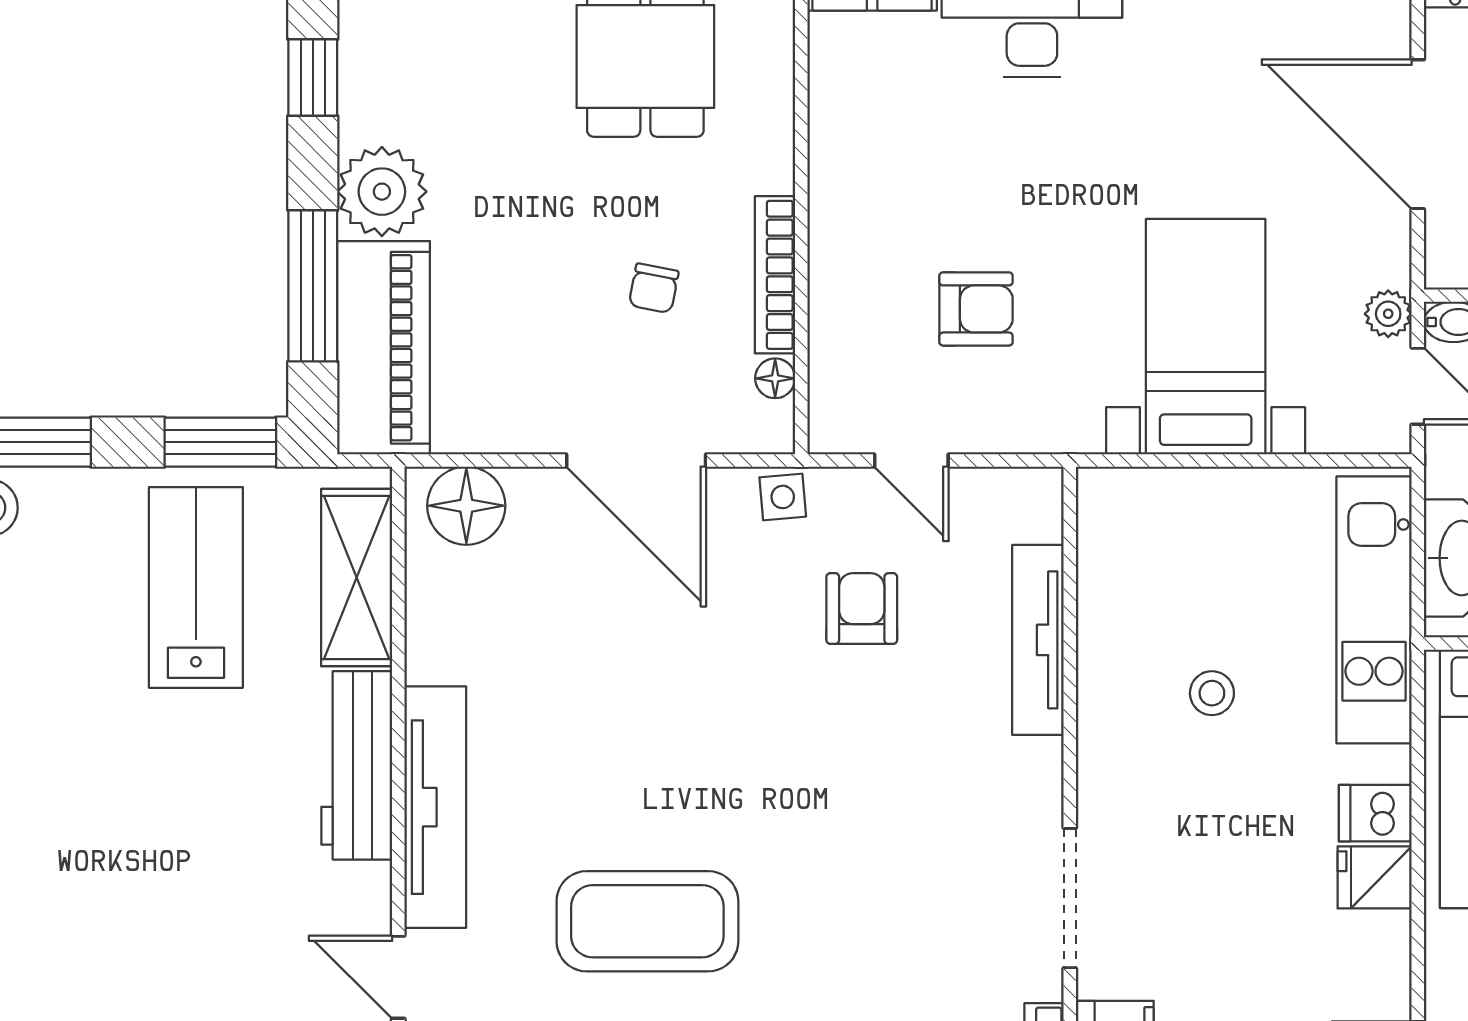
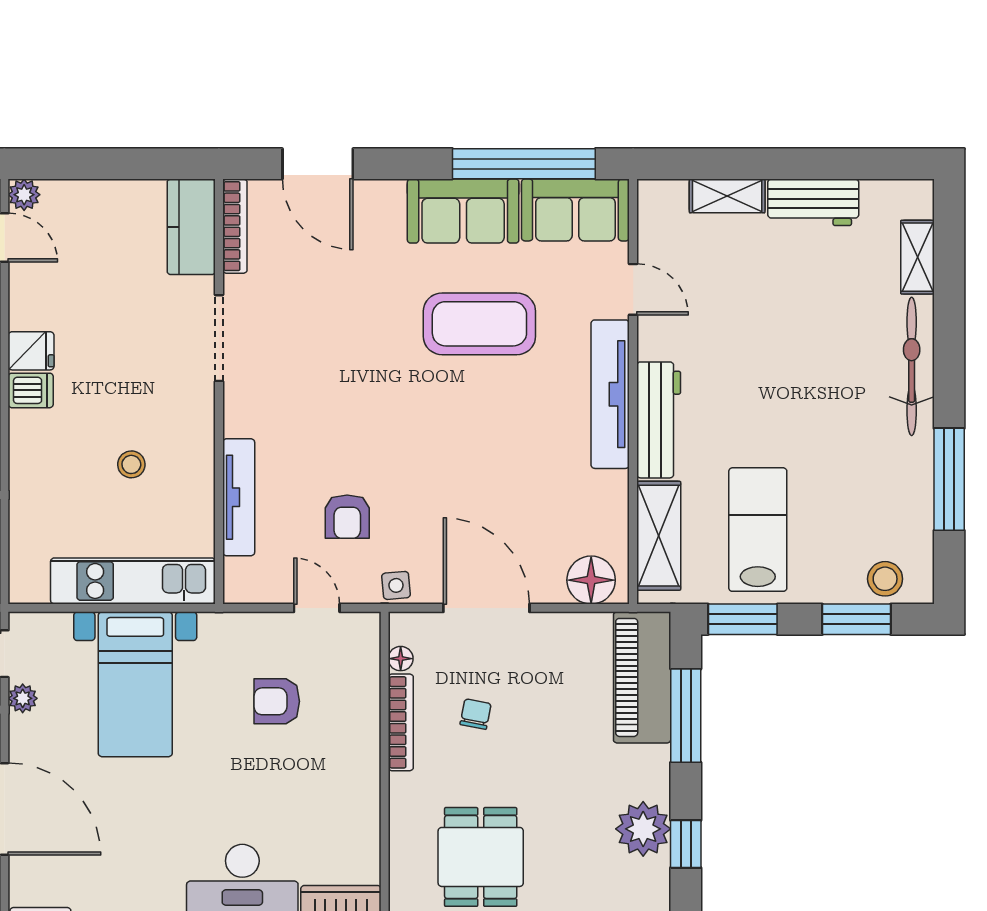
plant: (382, 192) -> (643, 829), moved
lab bench: (196, 587) -> (758, 530), turned 180
kitchen unit: (1374, 610) -> (133, 581), moved, turned -90

